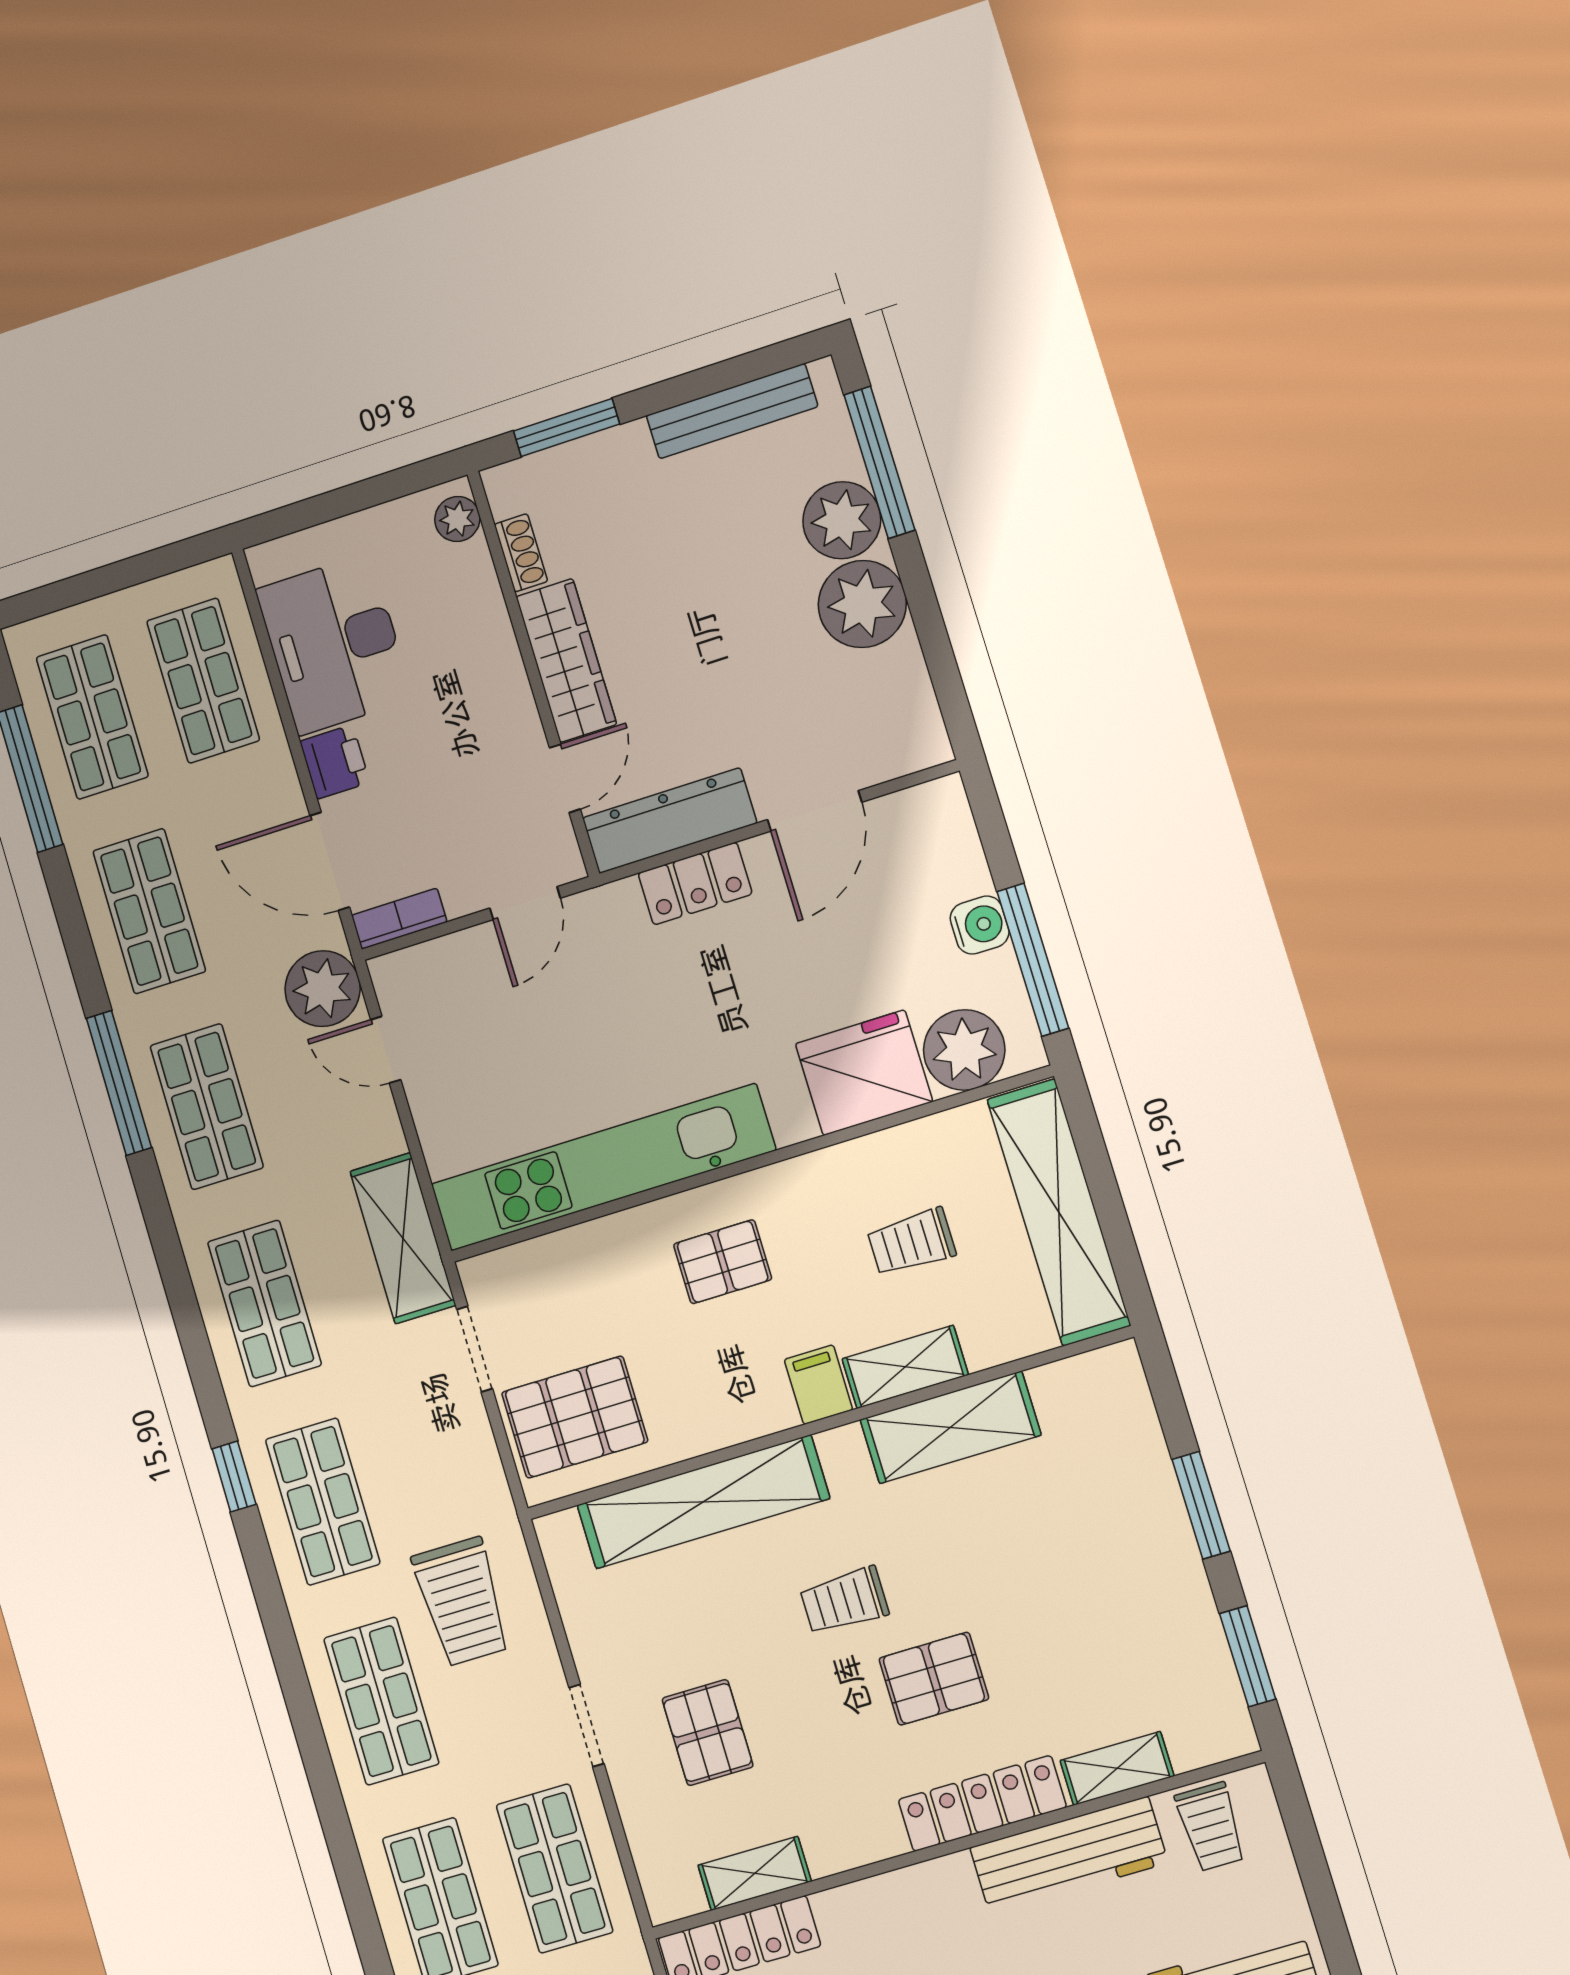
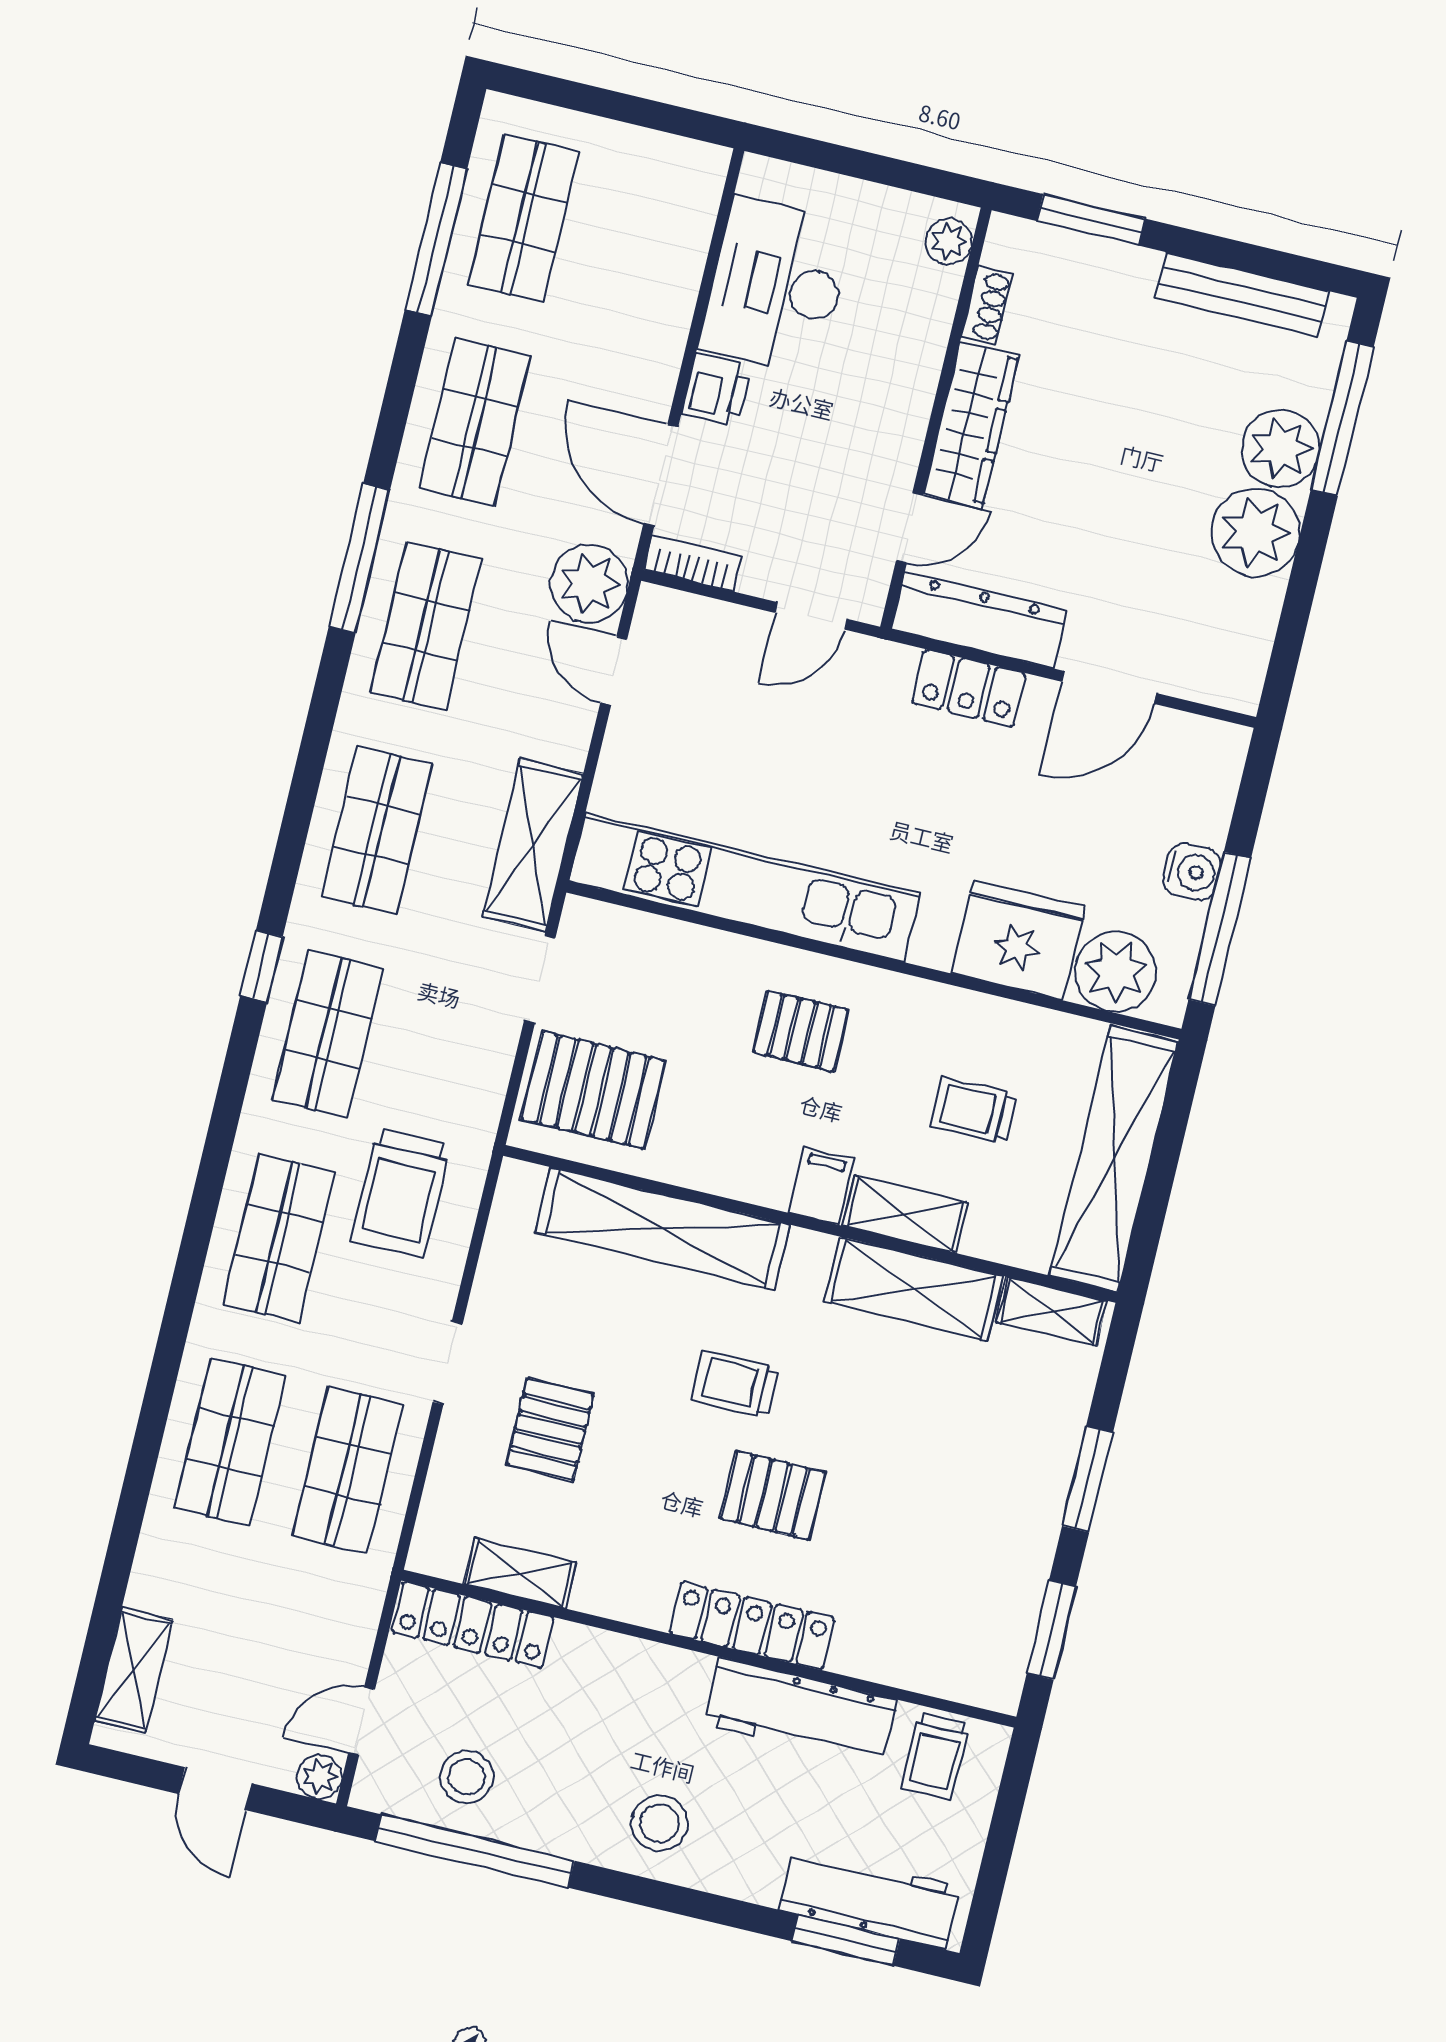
shop shelf: (203, 681) -> (641, 247), removed
shelving: (1117, 1768) -> (1052, 1311), moved

